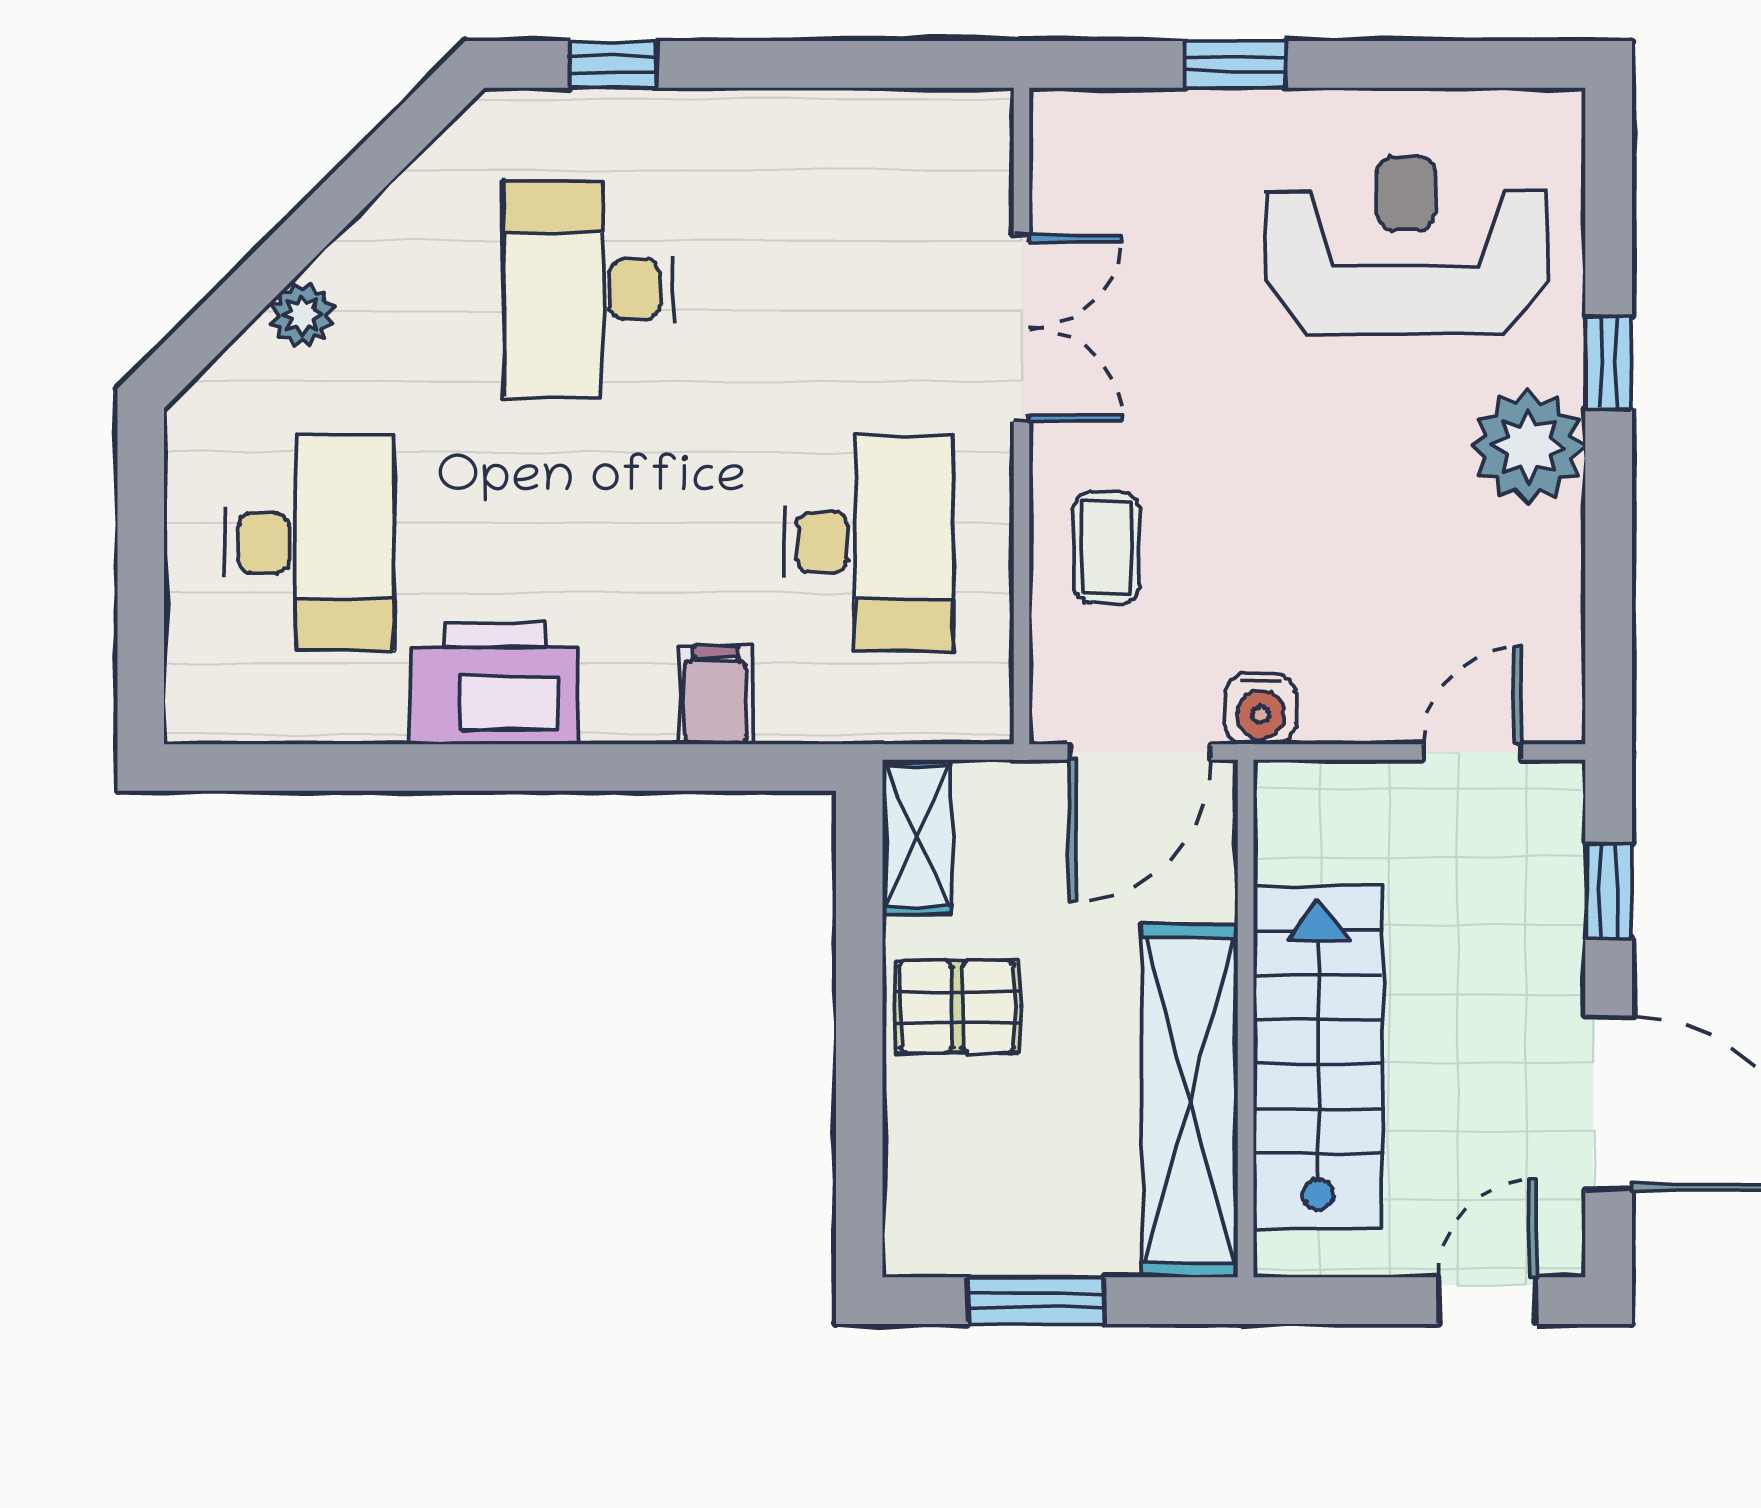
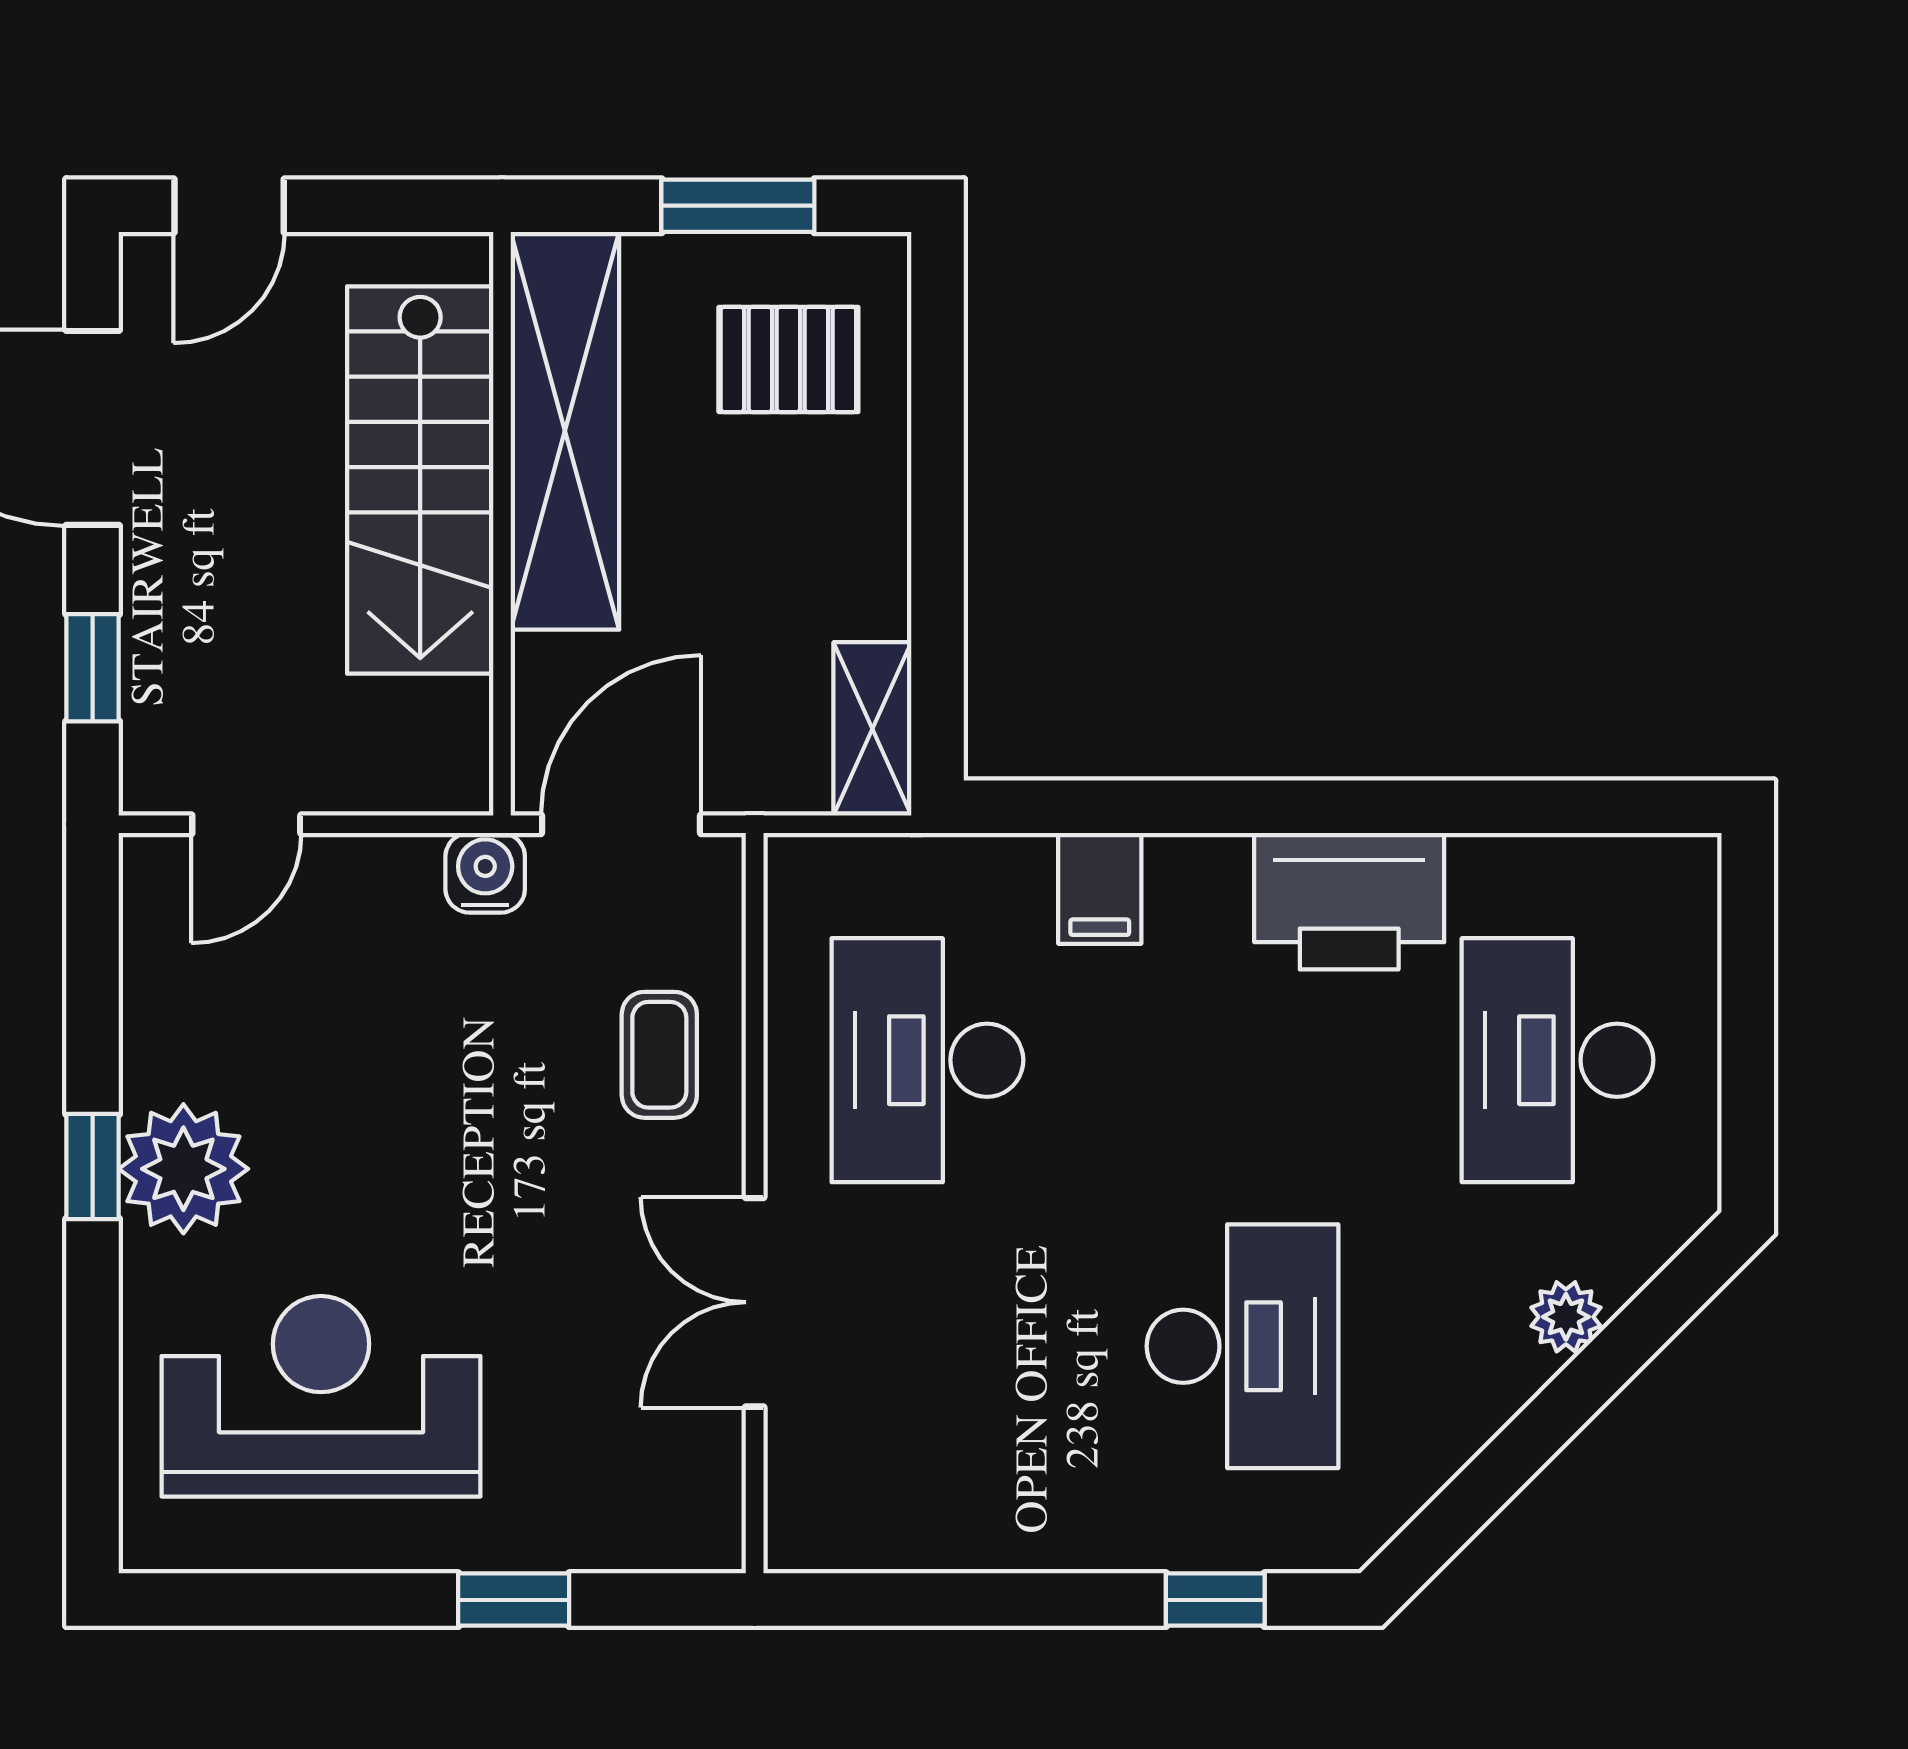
reception desk: (1406, 245) -> (321, 1396), turned 180
window: (1609, 363) -> (93, 1167), moved
pallet: (957, 1007) -> (788, 359), moved

